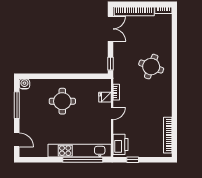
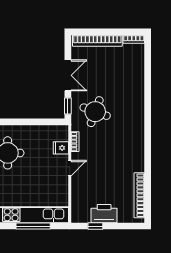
double door: (111, 29) -> (68, 75), moved
round table: (151, 67) -> (95, 112), moved
printer: (121, 144) -> (104, 214), moved, turned -90
window: (83, 160) -> (33, 226), width x0.68

